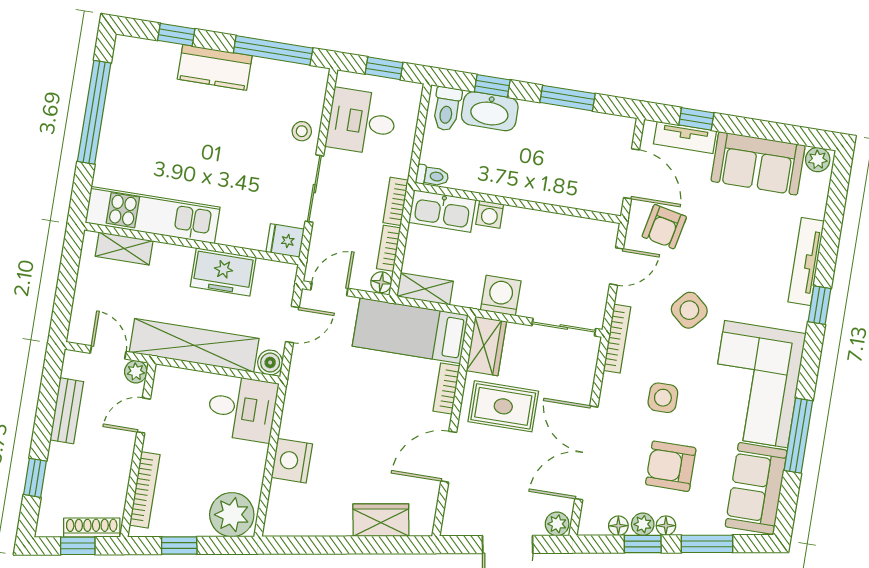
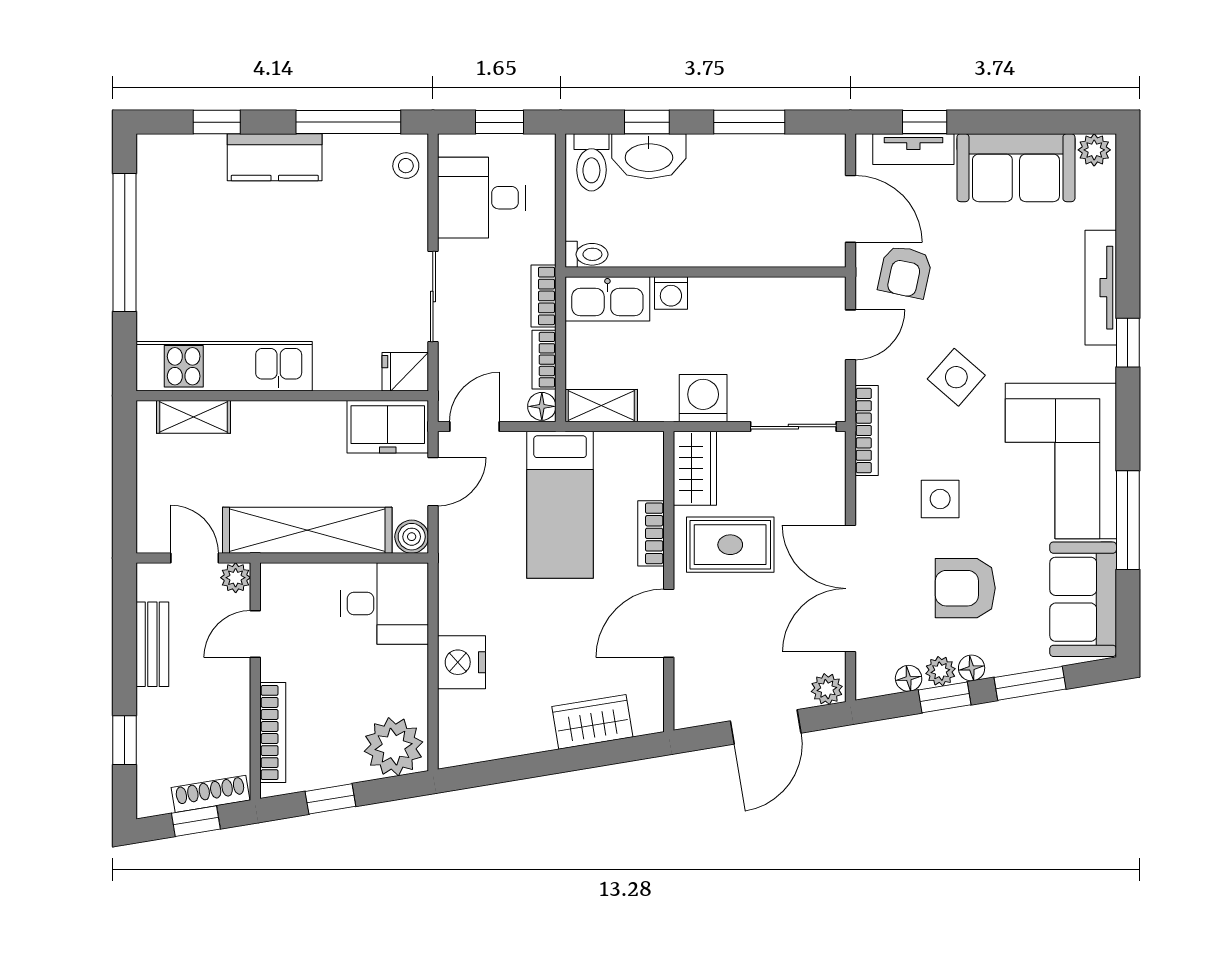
stool: (302, 131) -> (406, 166), moved
freezer: (223, 272) -> (388, 427), moved
bed: (410, 331) -> (560, 505), moved, turned -90

